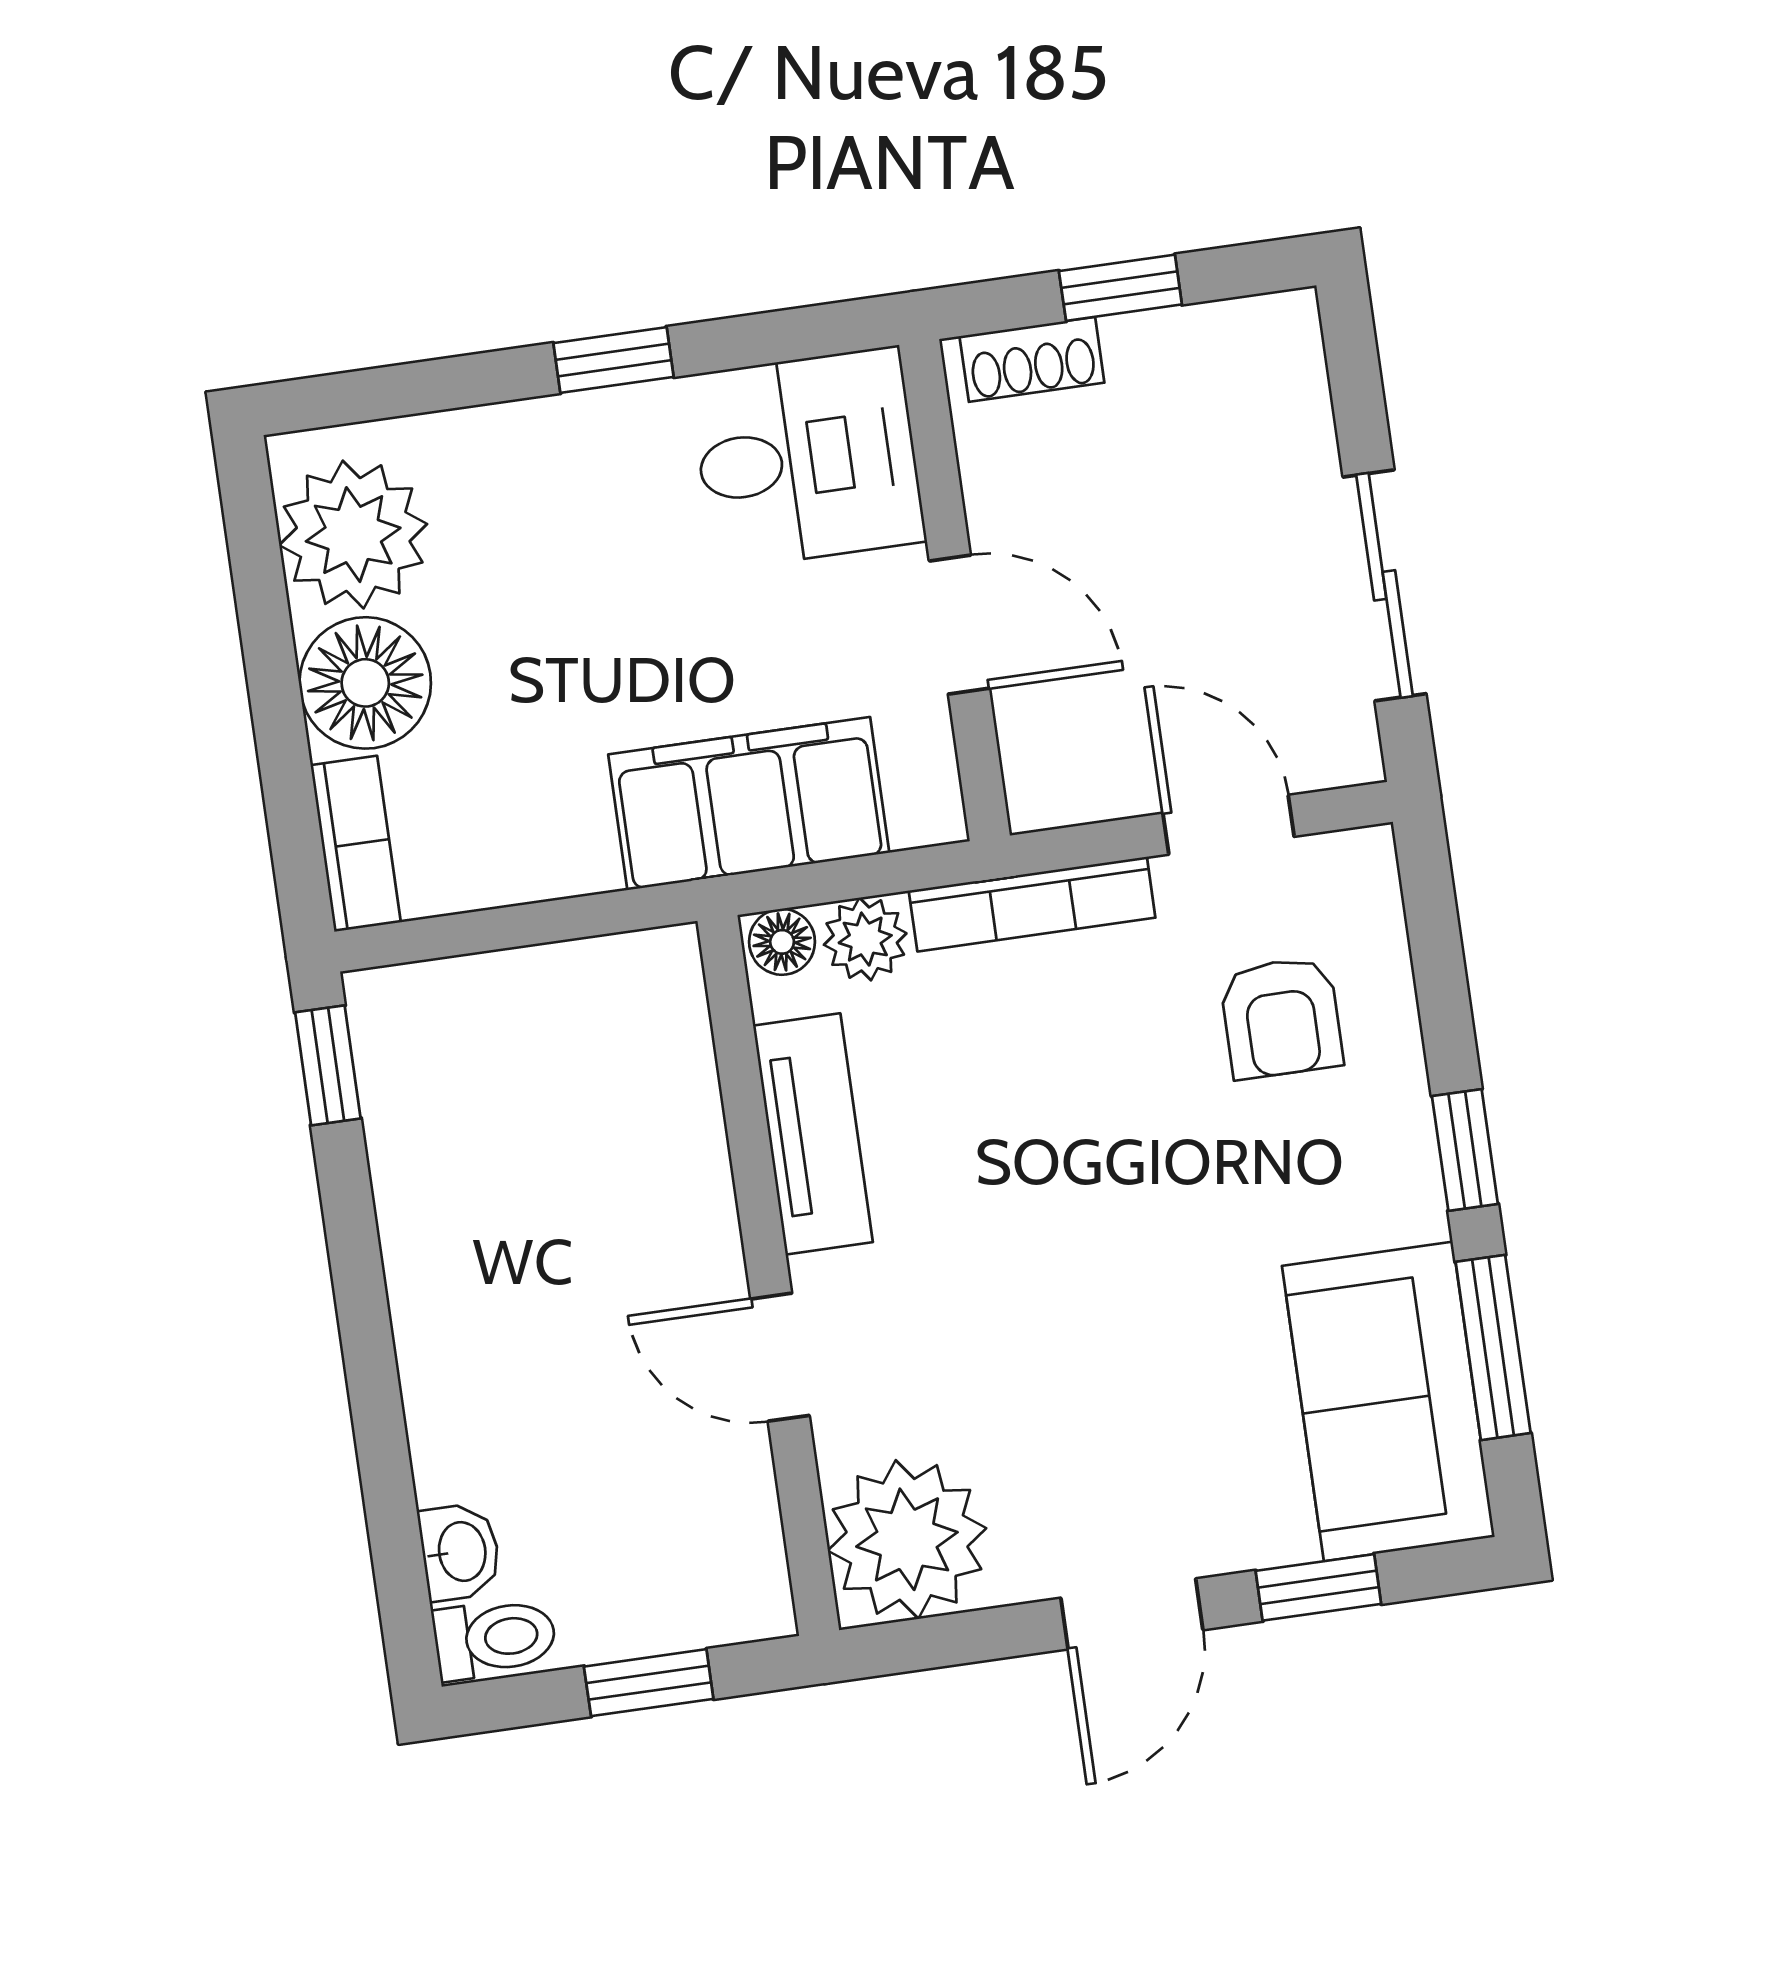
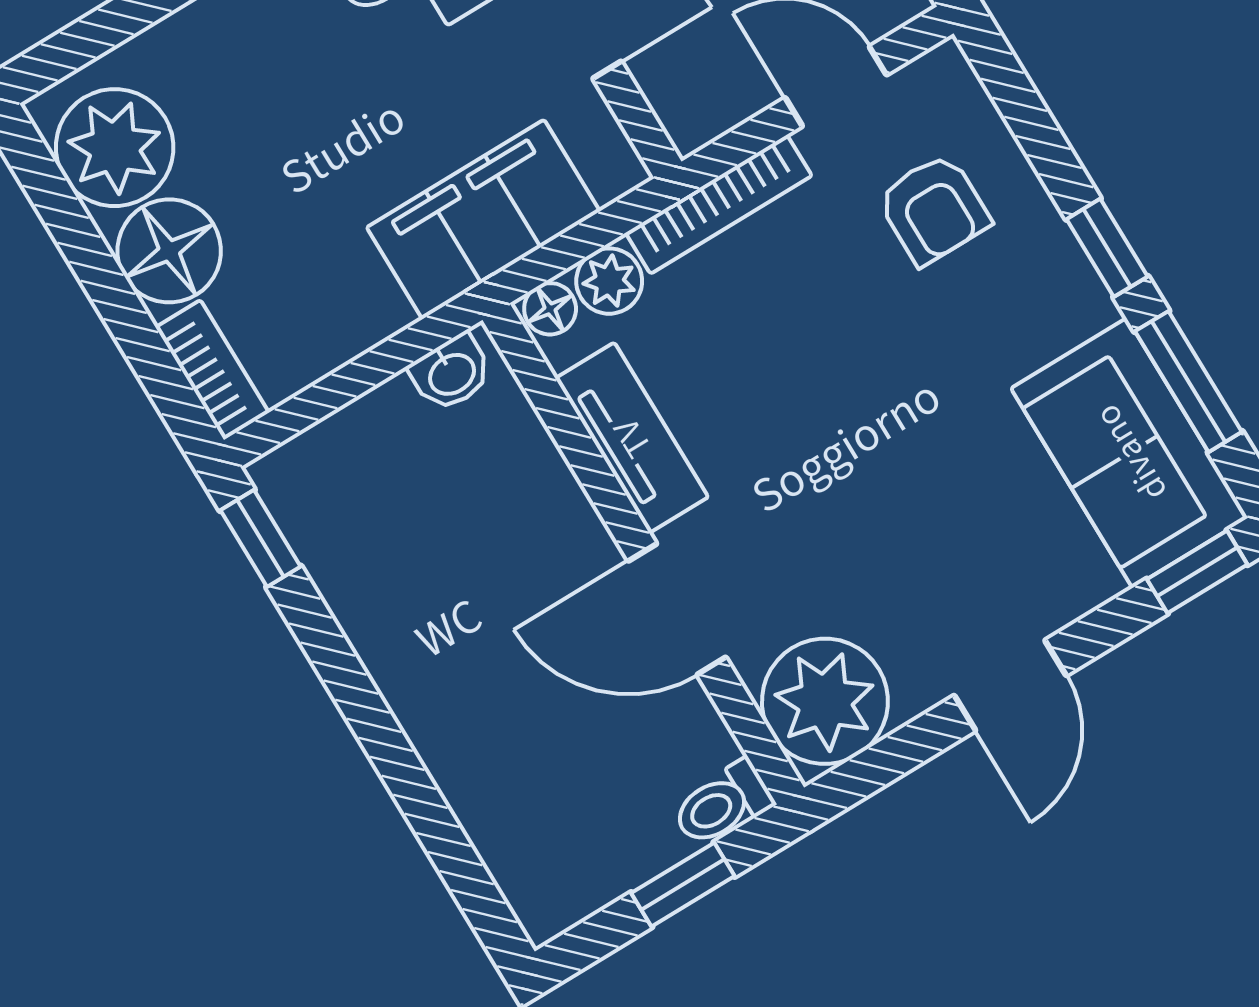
door: (780, 1357) -> (677, 609), width x1.38
washbasin: (460, 1552) -> (451, 373), moved, turned 90
window: (1318, 1587) -> (1197, 572), moved
toilet: (495, 1638) -> (722, 804), moved, turned 180

